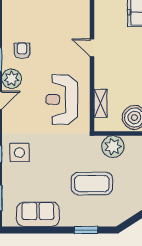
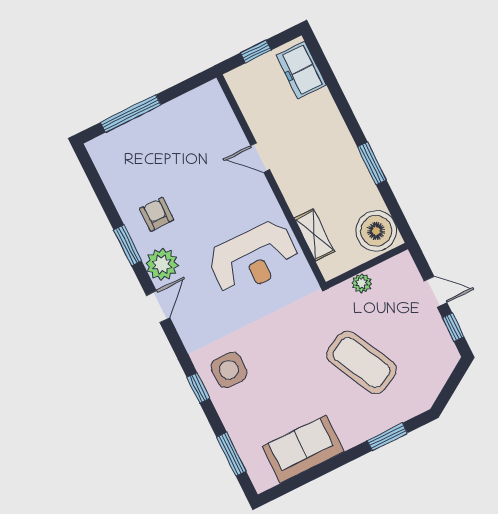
reception desk: (62, 100) -> (253, 258), turned -90
plant: (113, 147) -> (362, 283), width x0.53, depth x0.53
coffee table: (92, 184) -> (362, 362), turned 63

